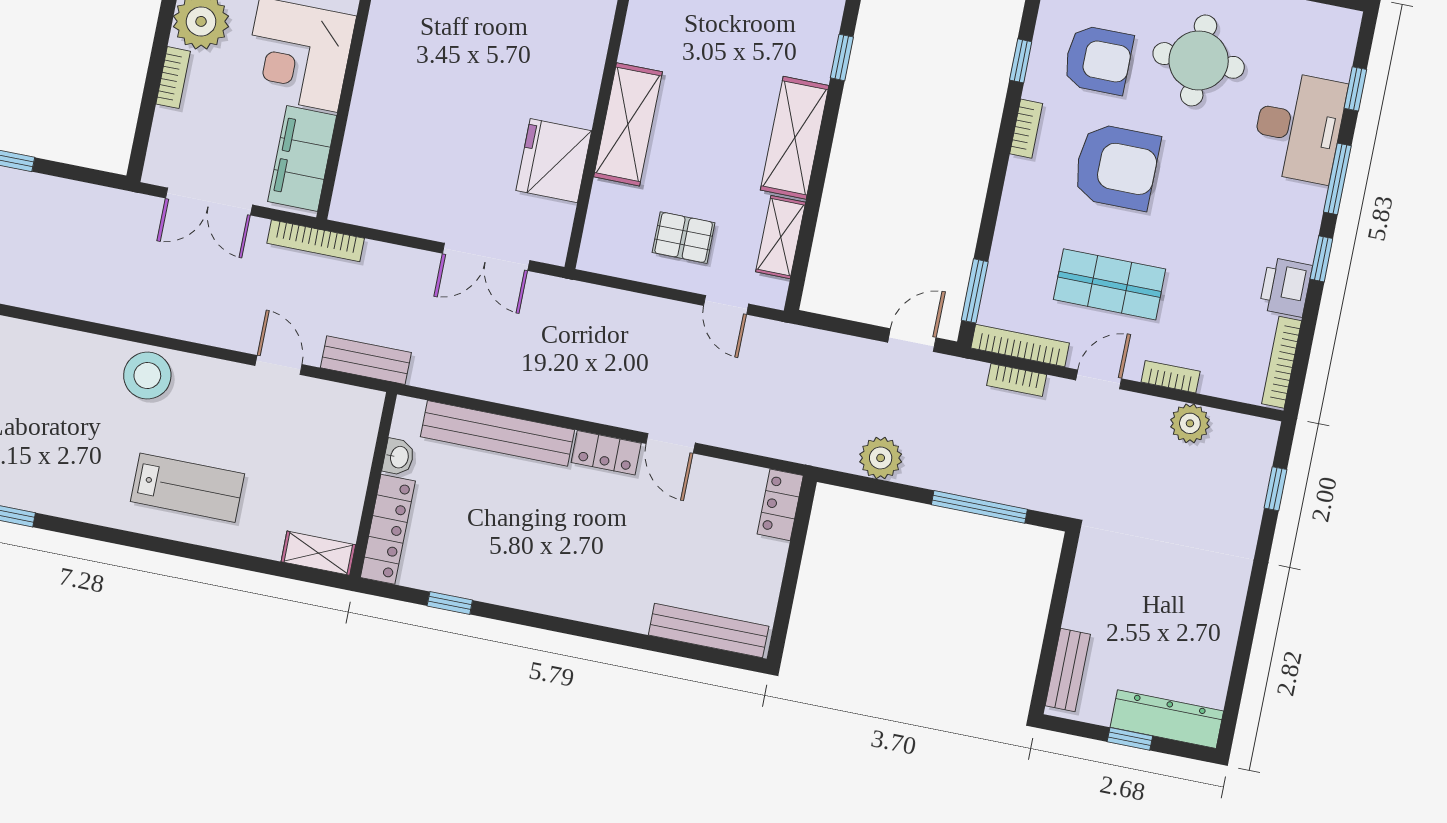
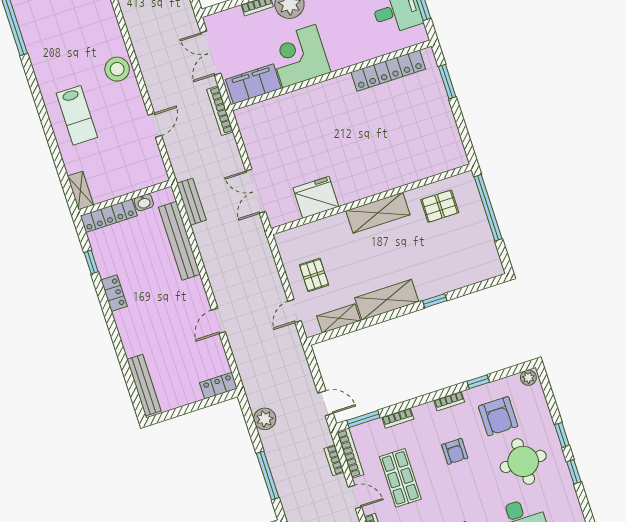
shelving: (628, 124) -> (378, 213), moved
armchair: (1116, 167) -> (455, 451), width x0.53, depth x0.53
bookcase: (1006, 232) -> (398, 418), added
bench: (366, 360) -> (192, 202), moved
locker: (606, 453) -> (114, 293), moved, turned 180

